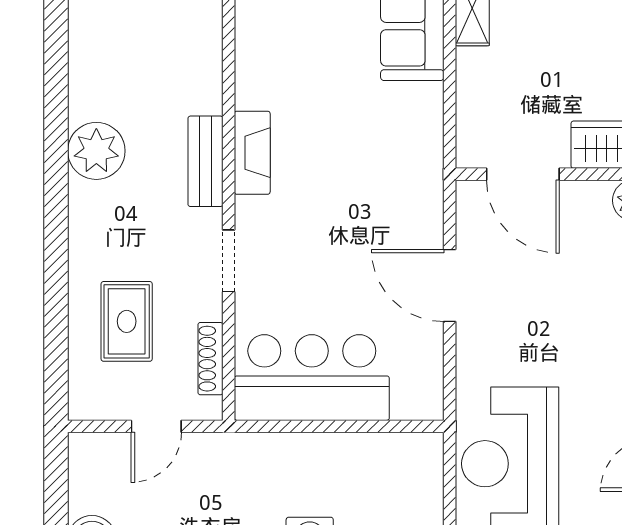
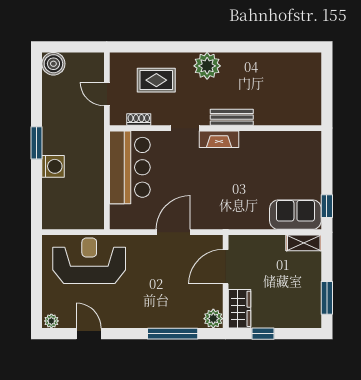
plant: (96, 151) -> (207, 66), moved
fireplace: (252, 153) -> (219, 139), moved
shoe rack: (210, 359) -> (139, 120), width x0.70

